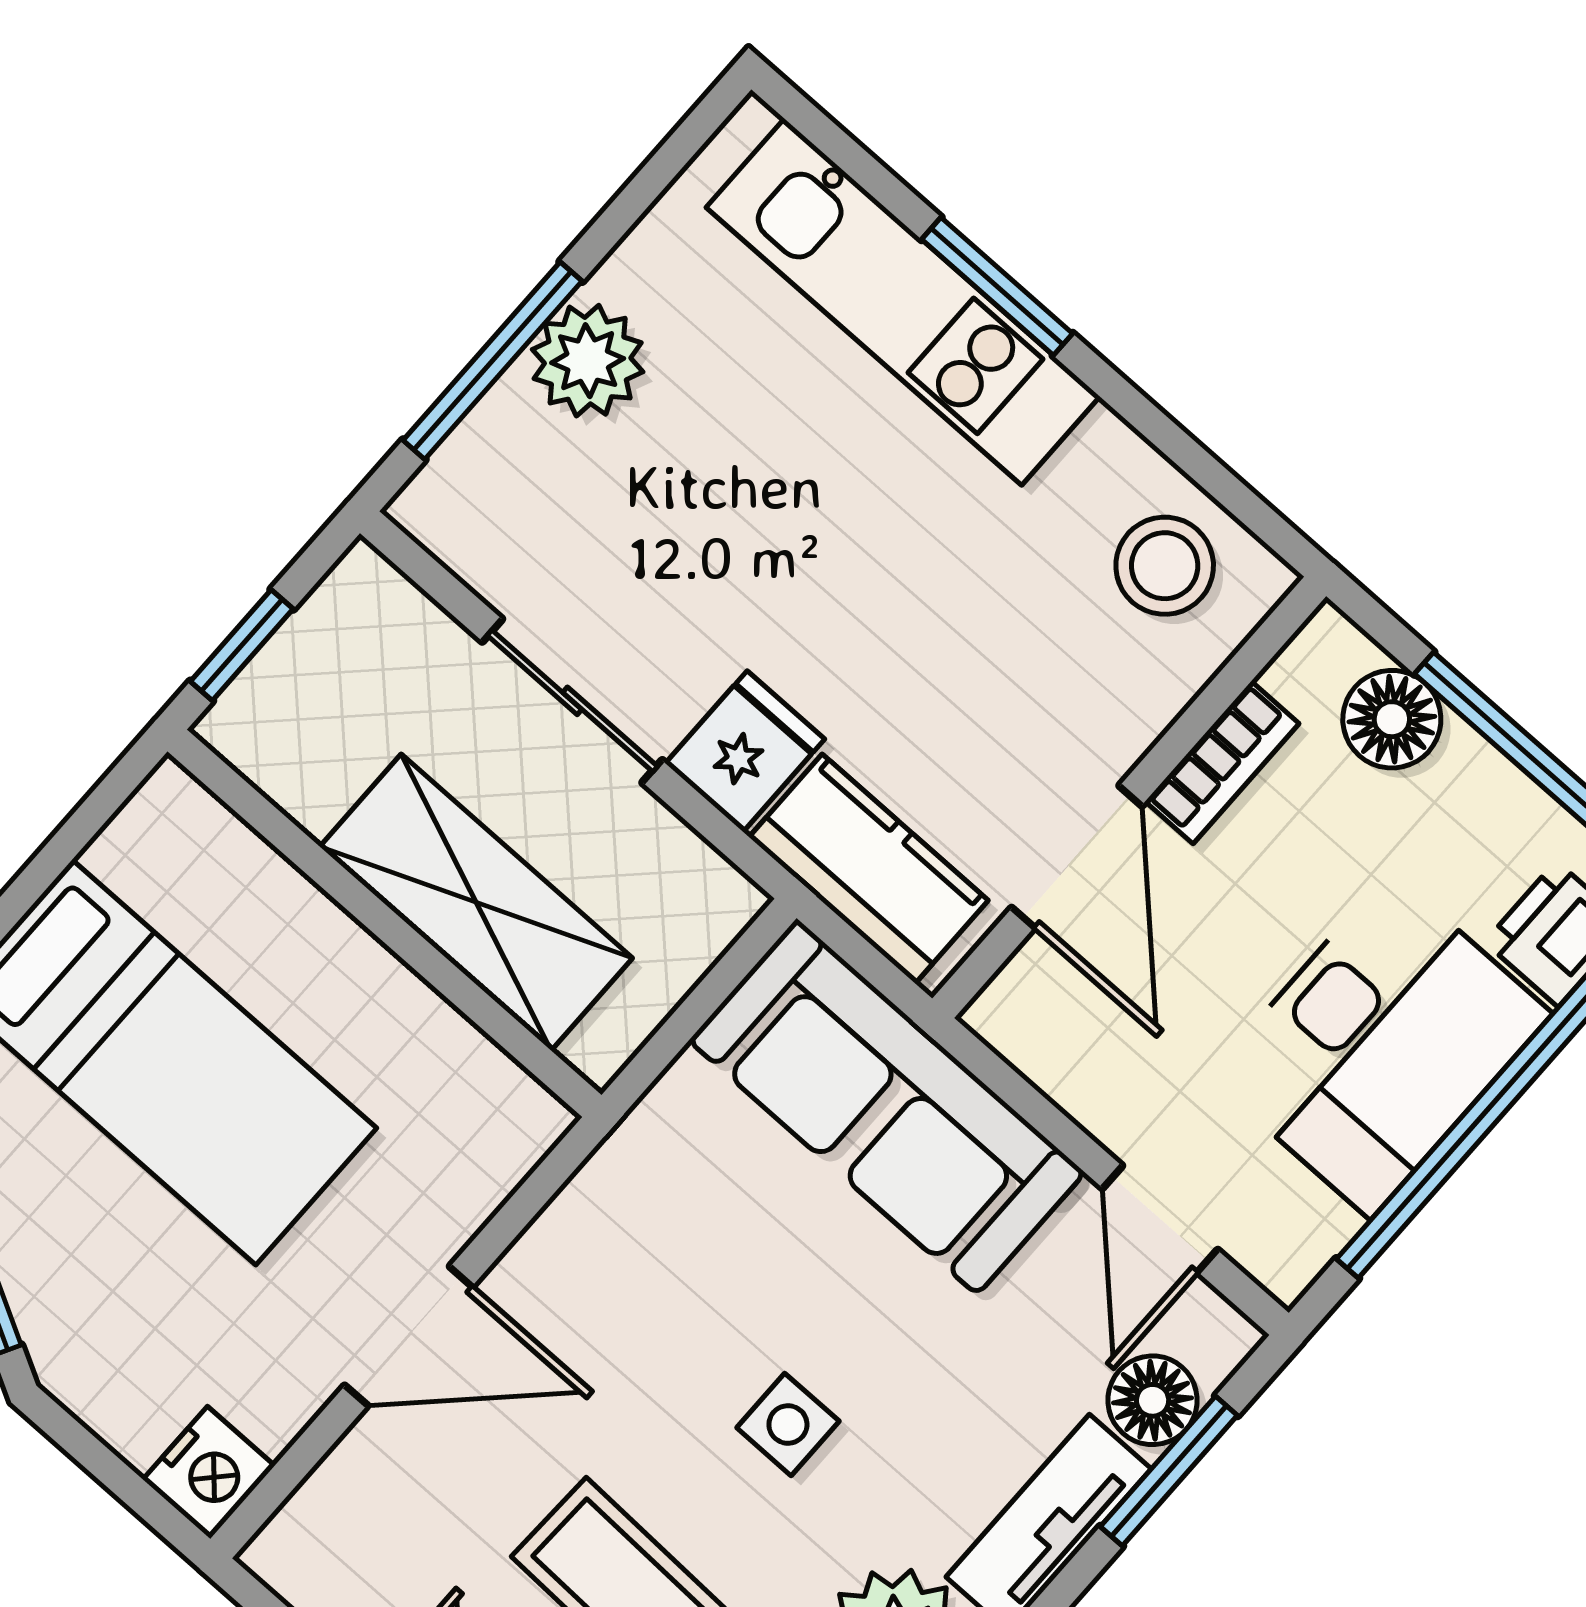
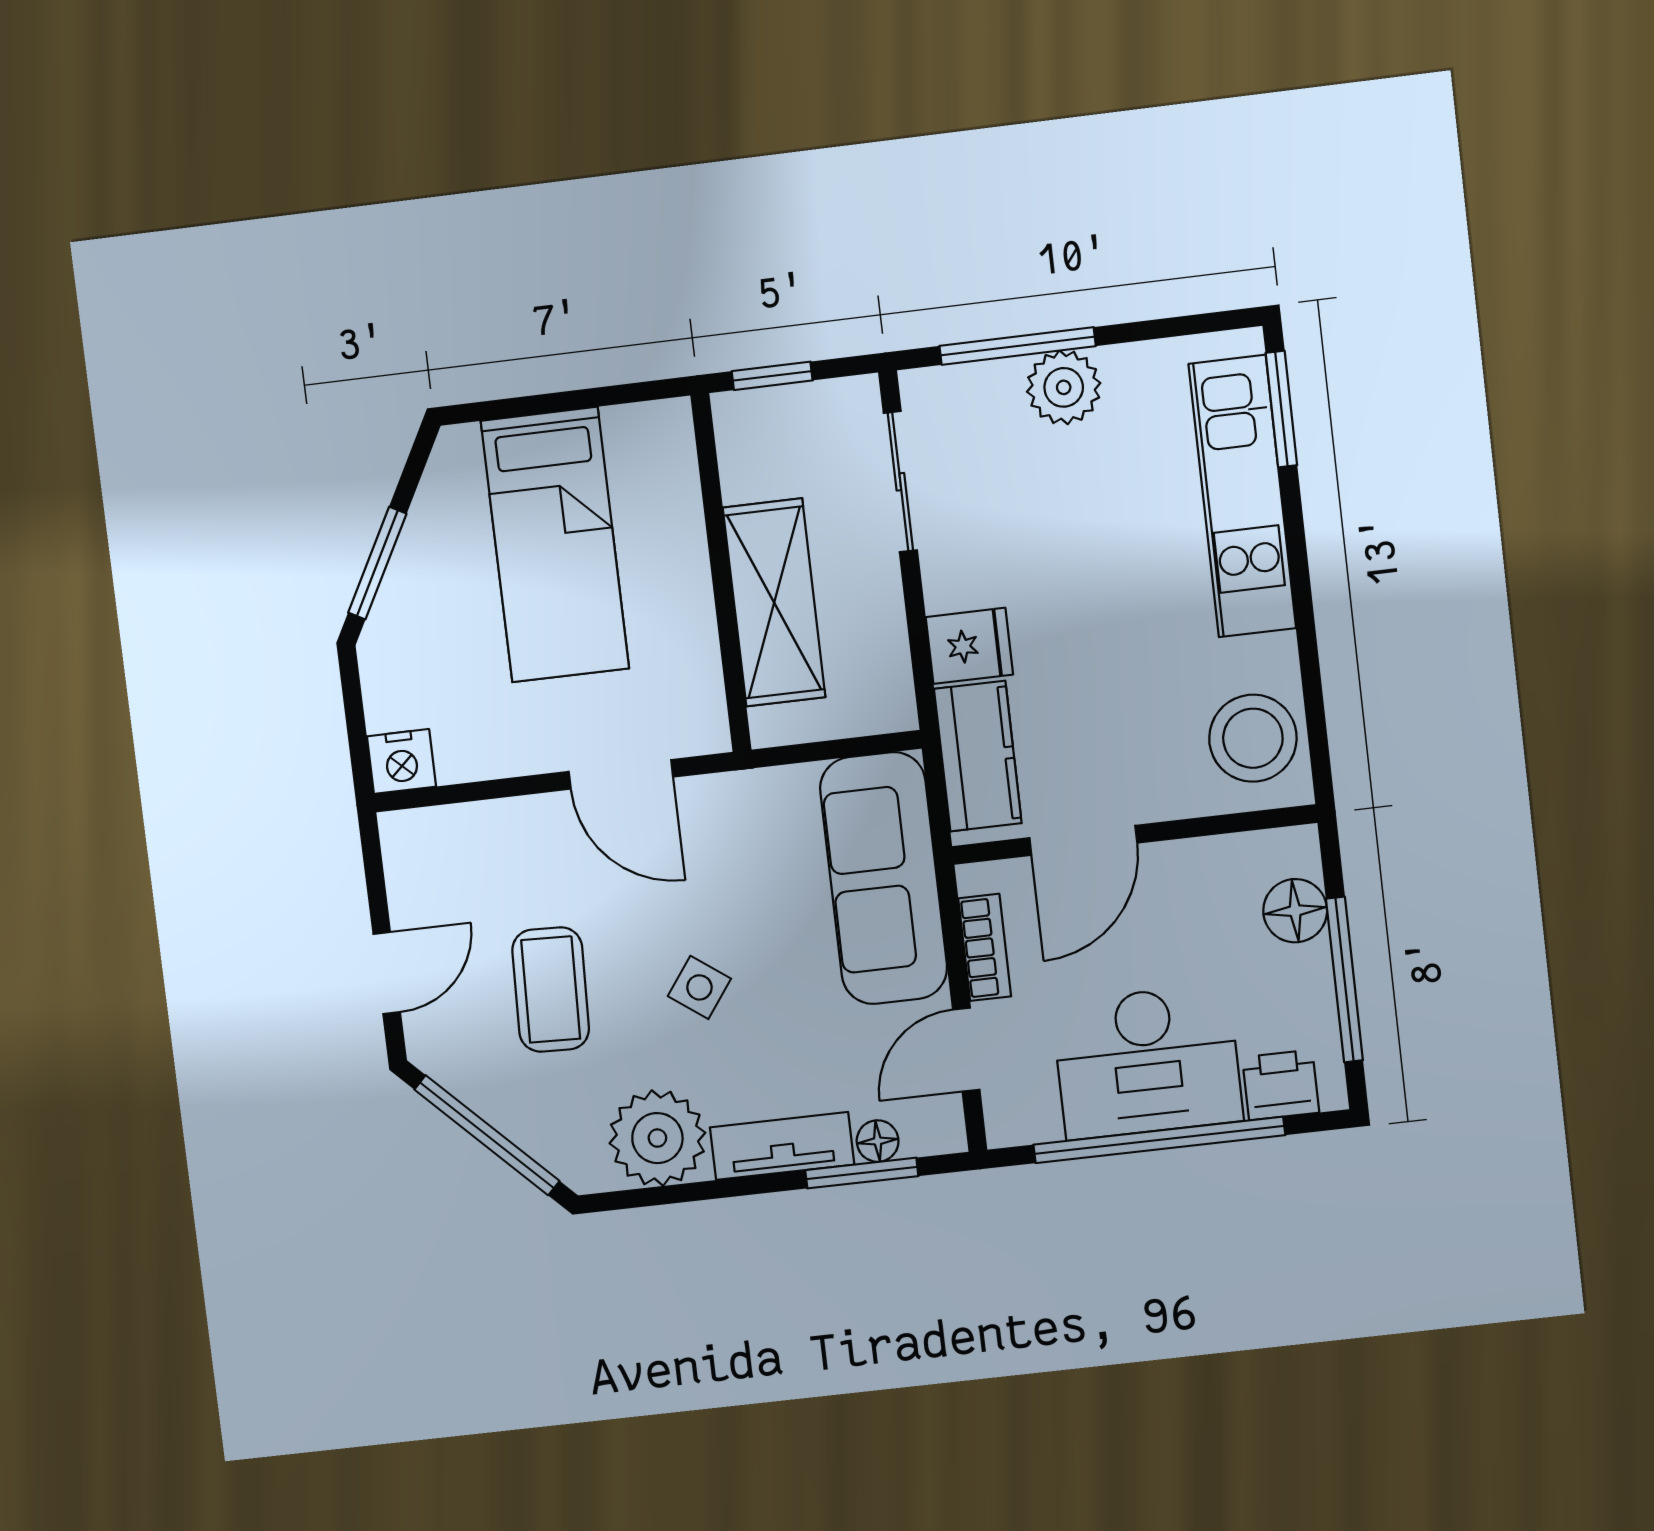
window: (997, 286) -> (1281, 409), moved
stool: (1165, 566) -> (1253, 738), width x1.38, depth x1.38
sliding door: (572, 701) -> (900, 482), moved
bookcase: (1222, 762) -> (985, 947), moved, turned -90
door: (409, 1336) -> (621, 774), moved
floor lamp: (1153, 1400) -> (878, 1141), width x0.73, depth x0.73
side table: (788, 1424) -> (699, 987), turned 36

